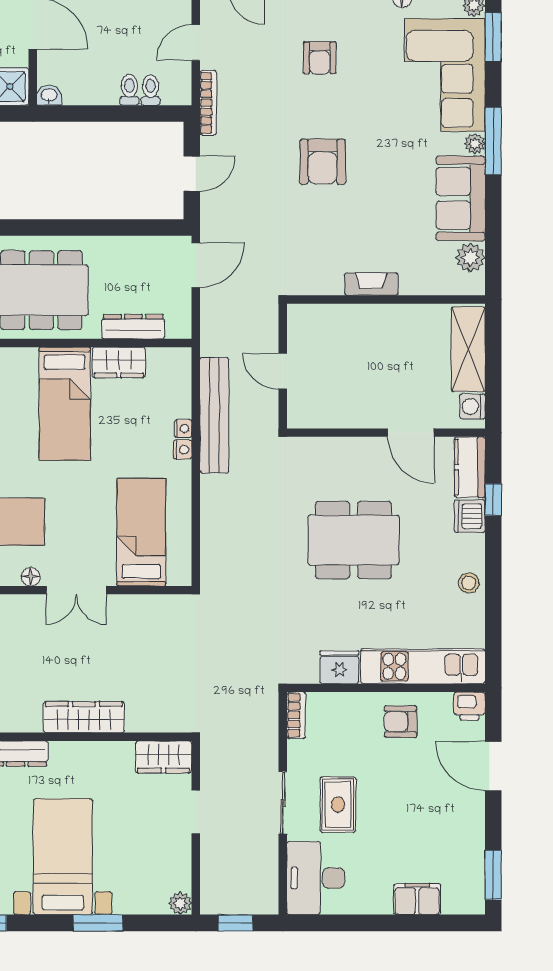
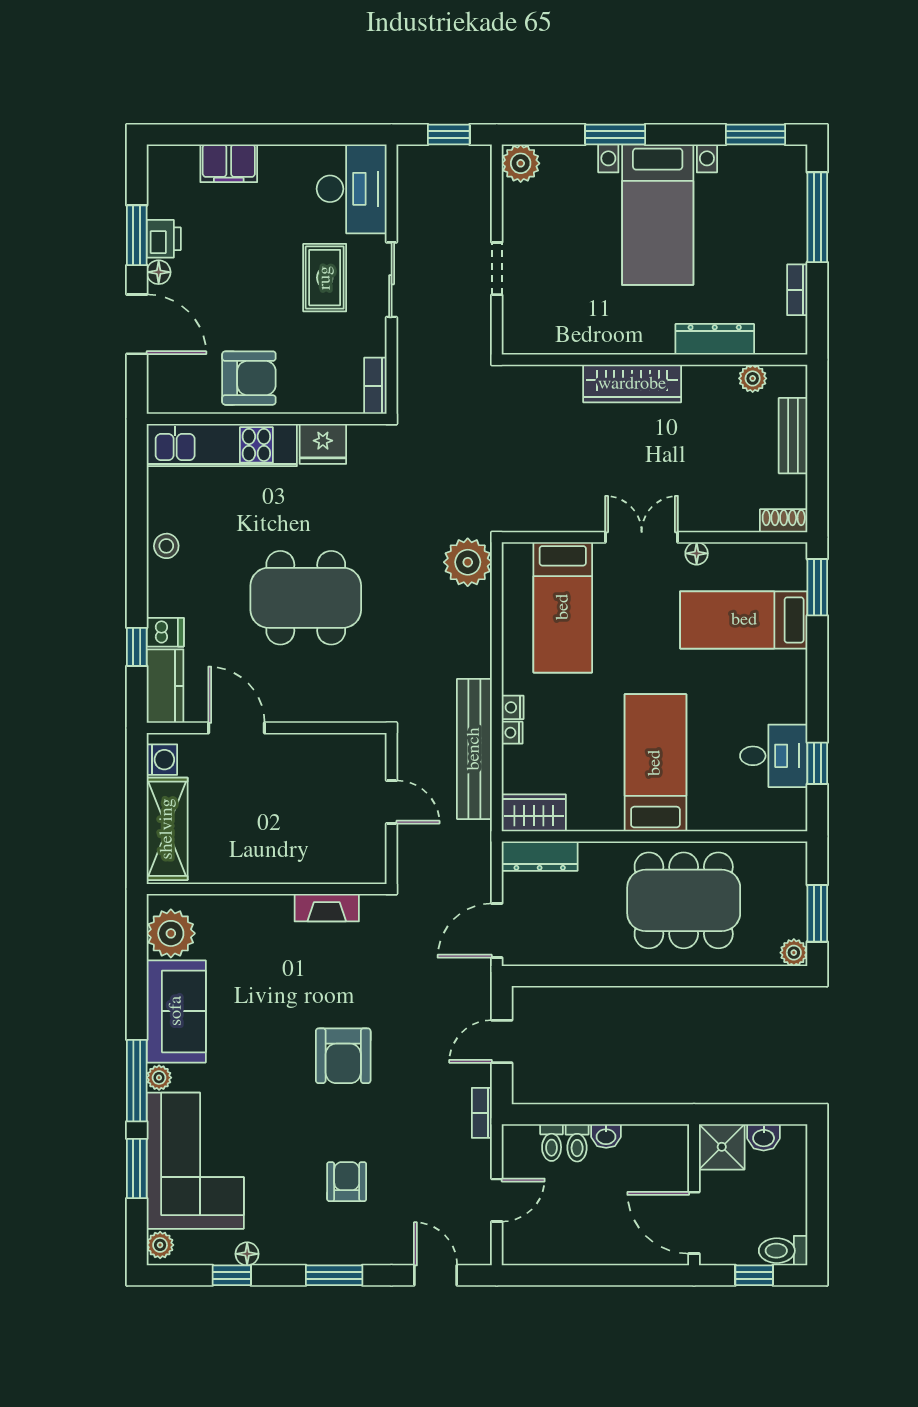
window: (493, 37) -> (137, 1169), moved
washbasin: (49, 95) -> (606, 1136), moved
bookcase: (208, 103) -> (482, 1113), width x0.64
armchair: (323, 162) -> (343, 1056), turned 180
plant: (470, 257) -> (171, 933), width x1.36, depth x1.36
fireplace: (371, 284) -> (327, 908), moved
dresser: (133, 327) -> (540, 856), moved
wardrobe: (119, 362) -> (534, 813), moved
dishwasher: (470, 516) -> (165, 632), width x0.73
plant: (220, 569) -> (468, 562), added
printer: (469, 706) -> (164, 239), moved, turned 90
armchair: (400, 722) -> (249, 378), width x1.38, depth x1.38
wardrobe: (163, 757) -> (536, 335), removed
floor lamp: (475, 809) -> (159, 272), added
window: (493, 875) -> (137, 235), moved
plant: (180, 903) -> (521, 163), width x1.38, depth x1.38

